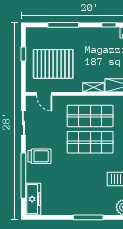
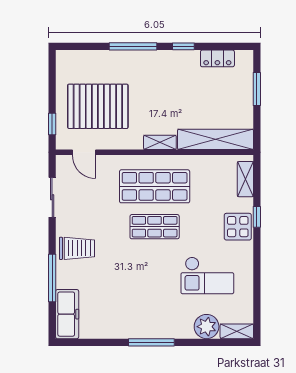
window: (63, 25) -> (133, 46), moved
window: (23, 54) -> (52, 124), moved
shop shelf: (90, 142) -> (155, 227), width x0.70, depth x0.74
window: (23, 176) -> (52, 278), width x0.68

